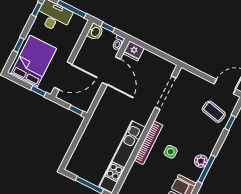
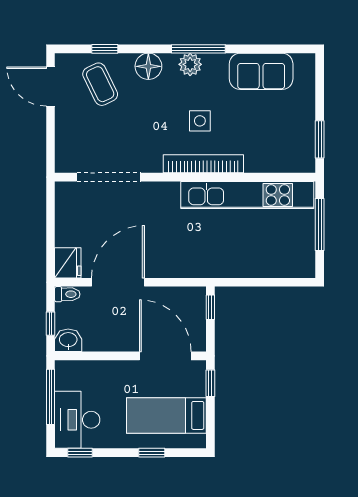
bed: (33, 61) -> (166, 415), width x0.67
coffee table: (214, 112) -> (100, 84), turned -38
floor lamp: (210, 140) -> (148, 66), added

